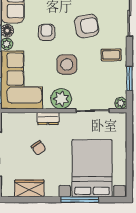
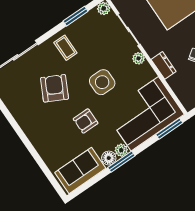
armchair: (87, 26) -> (55, 88), turned 36
plant: (61, 99) -> (139, 58), width x0.53, depth x0.53

